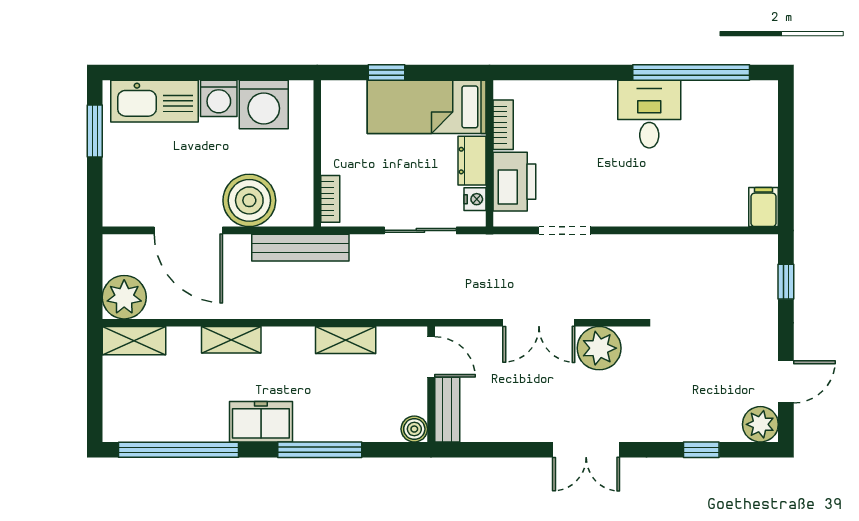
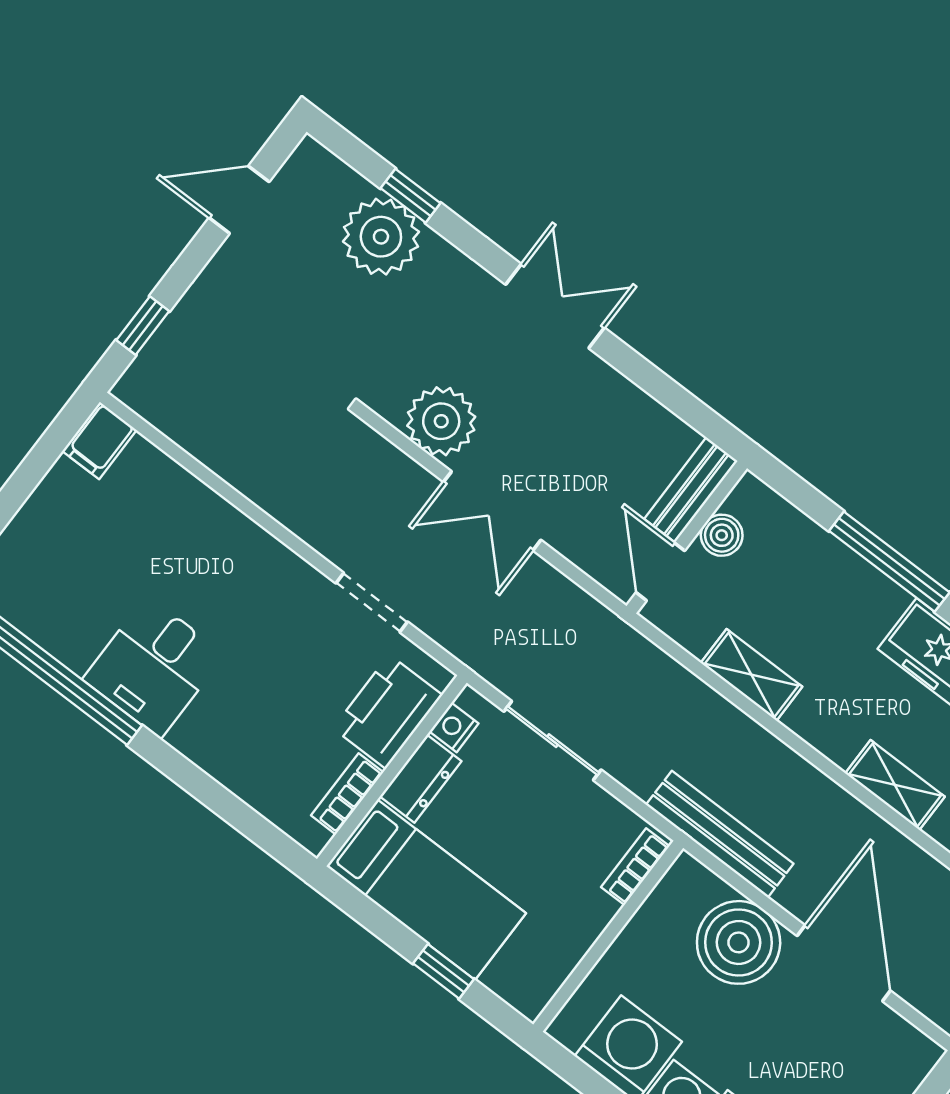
double door: (539, 323) -> (492, 511), swing flipped
plant: (760, 424) -> (381, 237), moved, width x1.36, depth x1.36
boiler: (414, 429) -> (722, 535), moved

